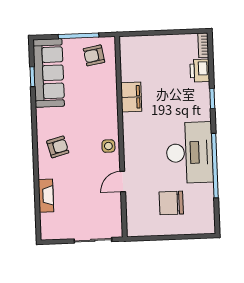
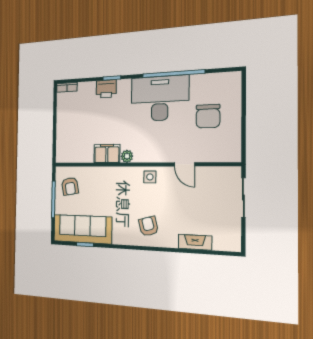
printer: (200, 71) -> (106, 89), moved
plant: (129, 120) -> (127, 156), added

